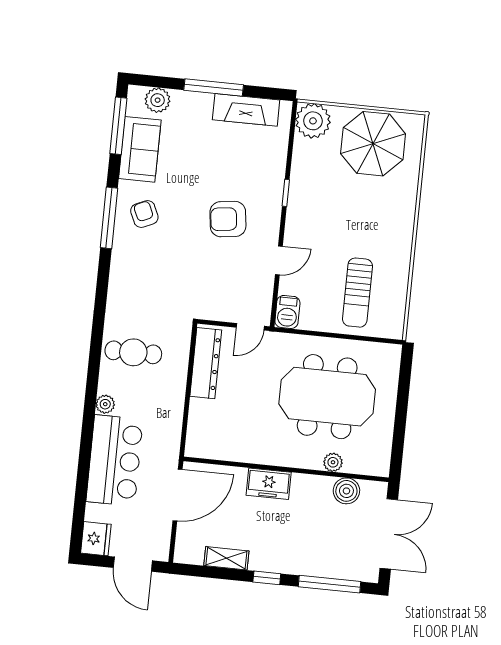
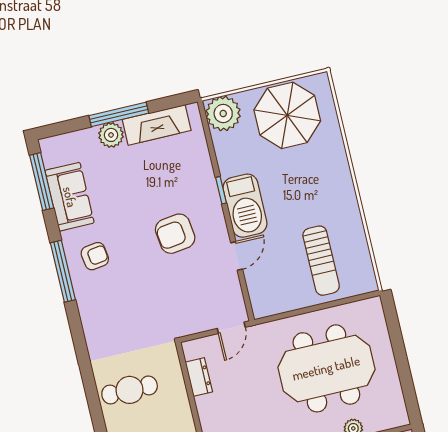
plant: (158, 100) -> (111, 135), moved
armchair: (144, 214) -> (95, 256), turned 106
barbecue: (287, 312) -> (245, 206), moved, width x1.88, depth x1.53
dresser: (206, 363) -> (199, 377), width x0.51, depth x0.80

